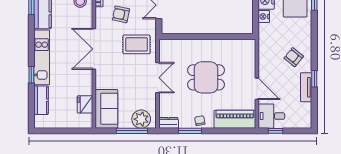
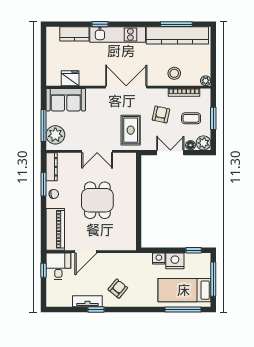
dresser: (169, 123) -> (52, 167), width x1.44

